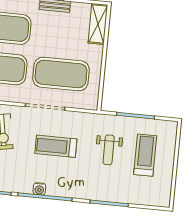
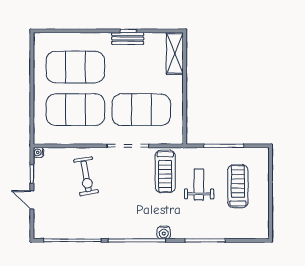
treadmill: (56, 146) -> (165, 171), moved, turned -90
weight bench: (109, 150) -> (199, 184), turned 180
water cooler: (39, 189) -> (164, 232), moved

